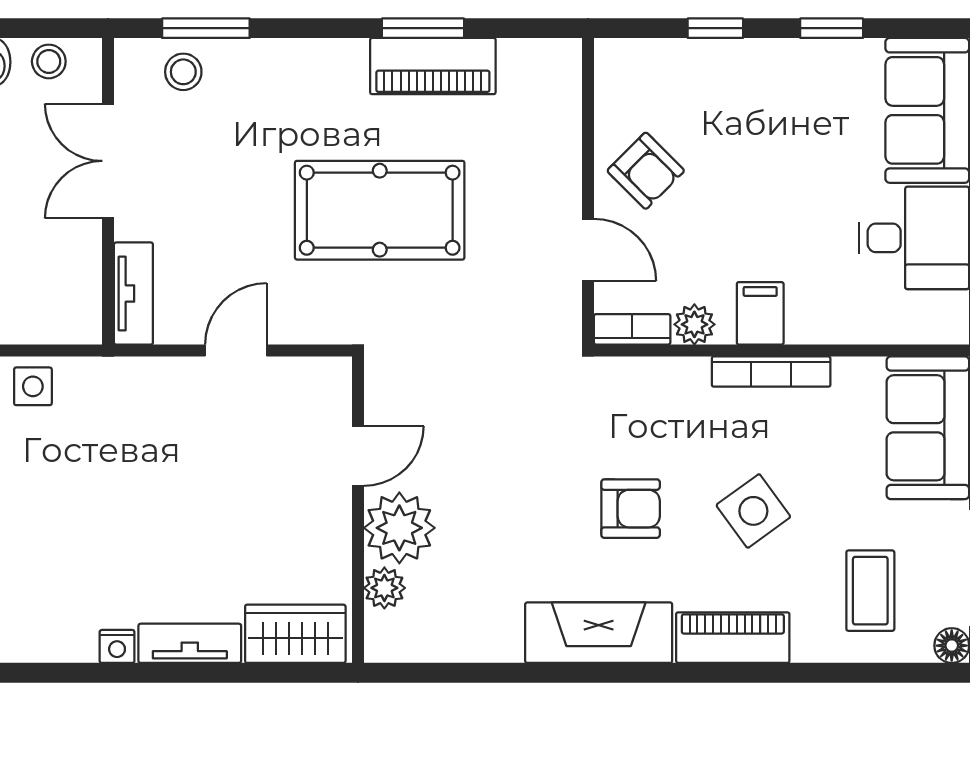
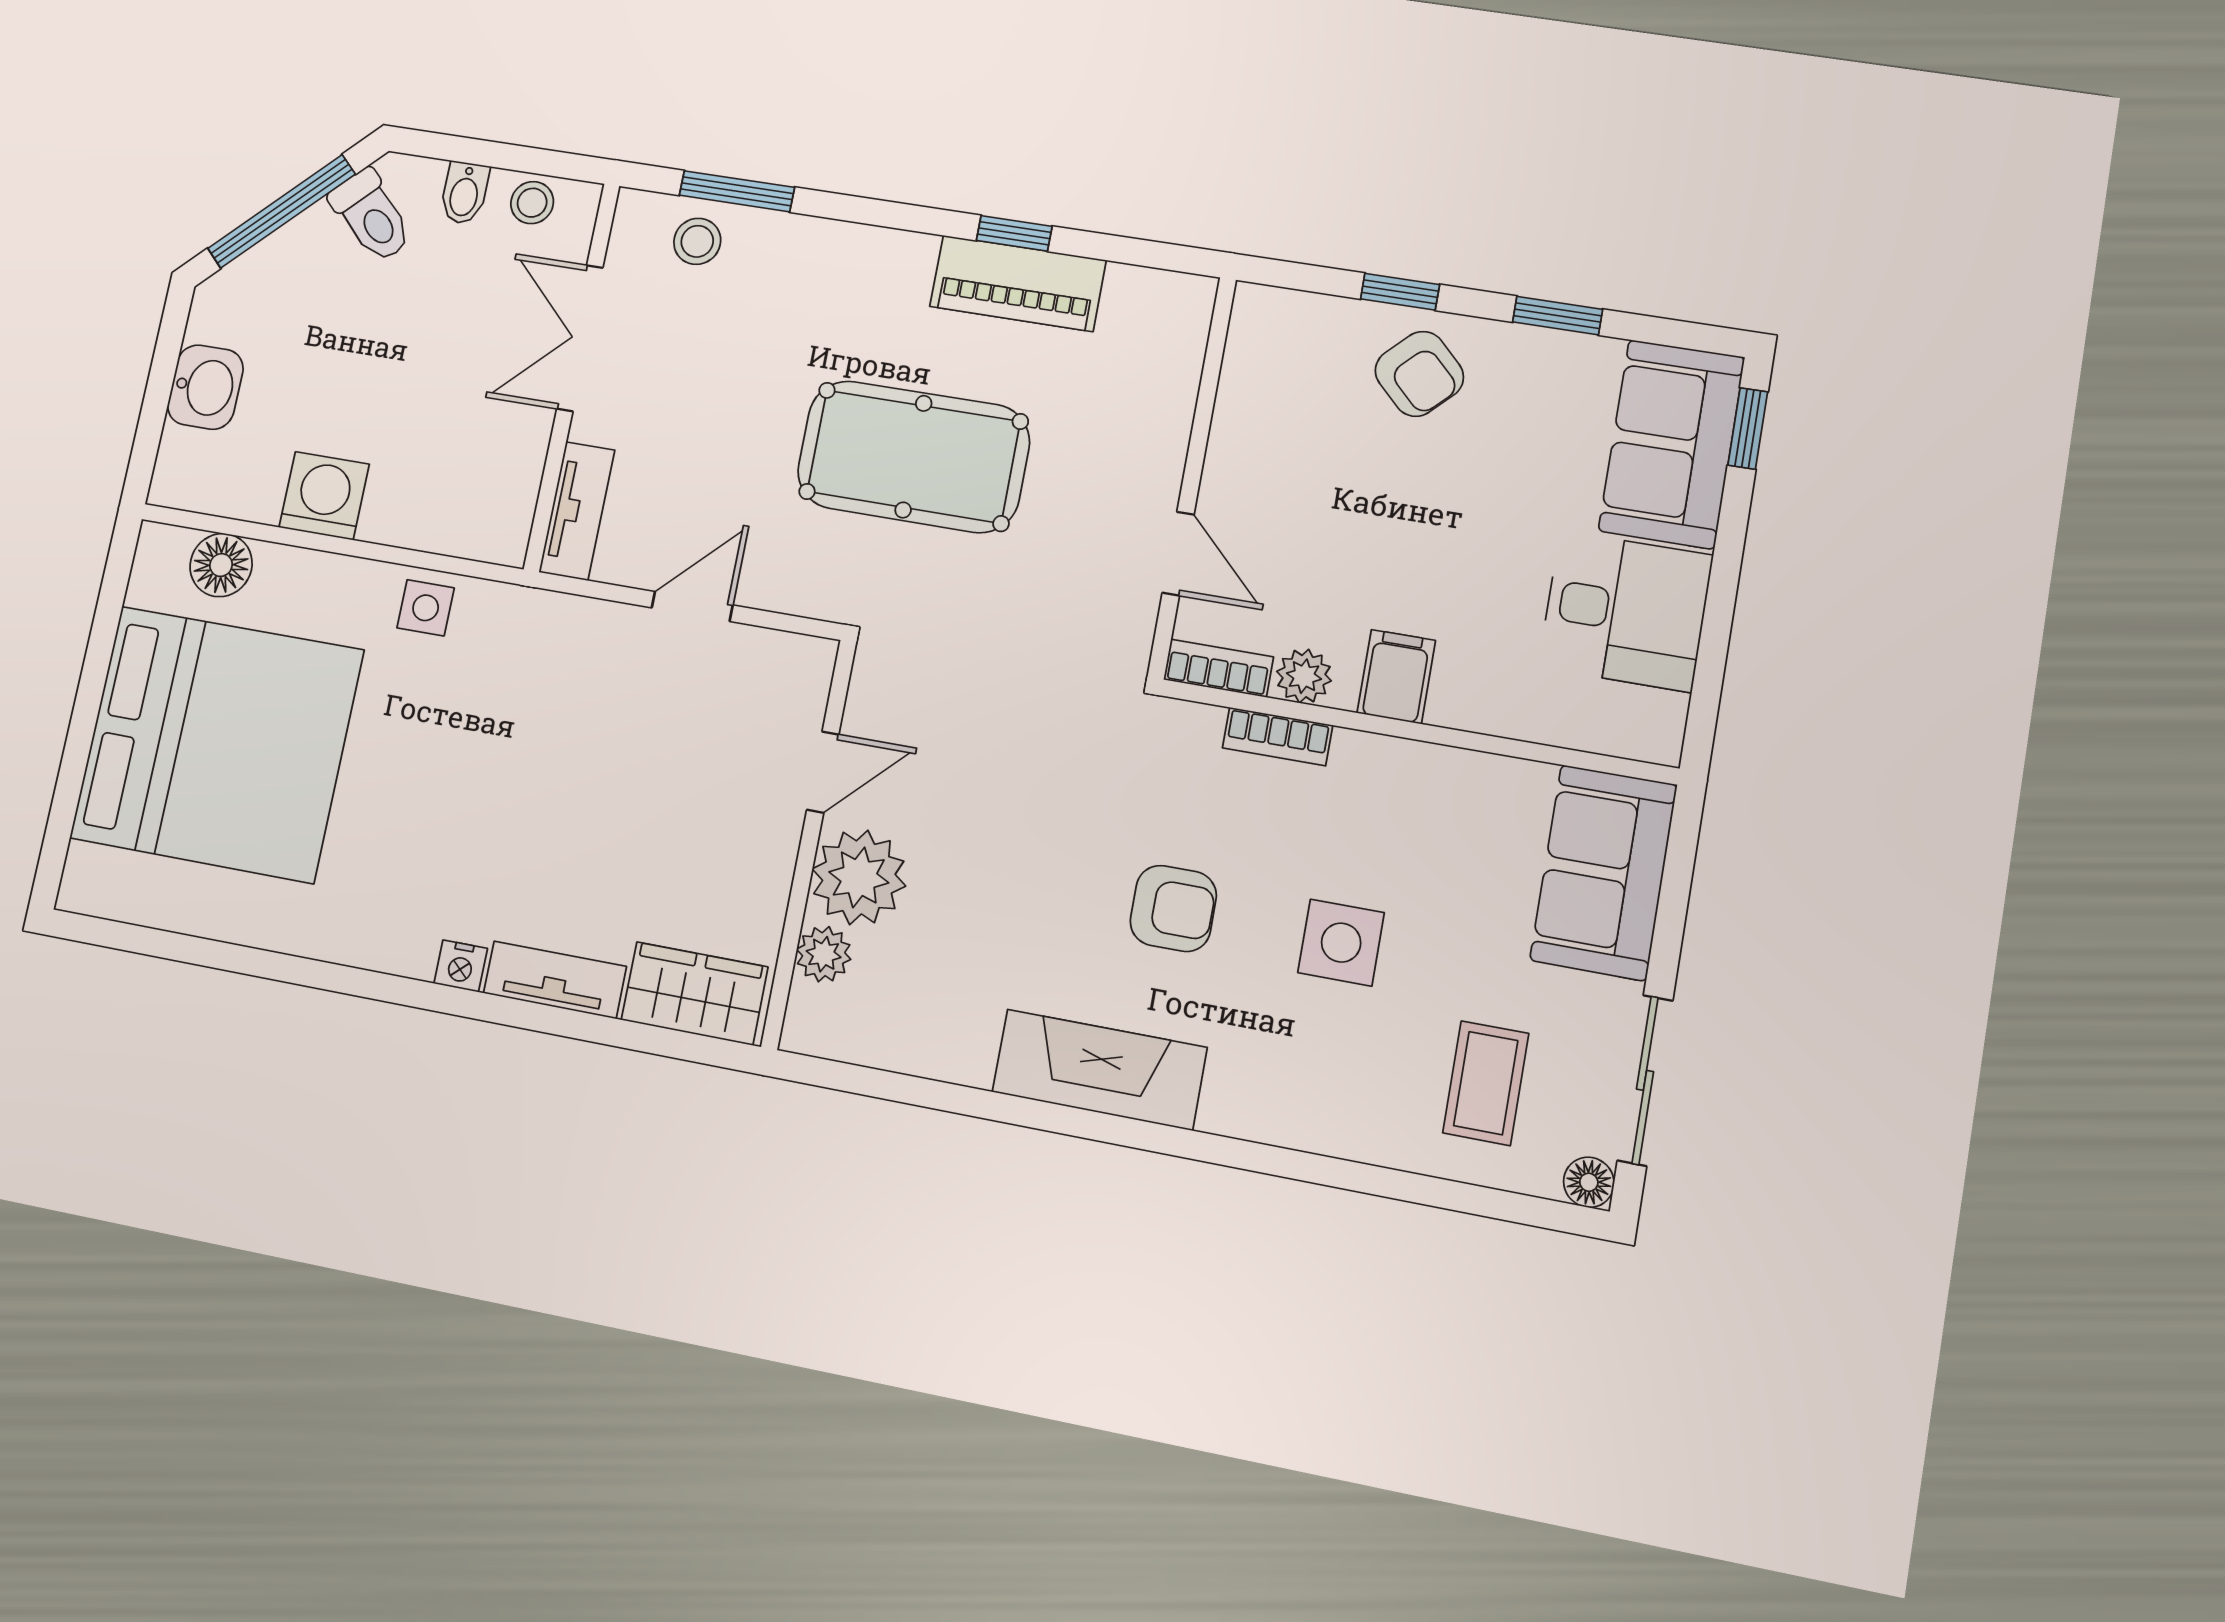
window: (423, 28) -> (1014, 233), width x0.67
armchair: (646, 171) -> (1419, 374), moved
bookcase: (771, 372) -> (1277, 737), moved, width x0.64
side table: (753, 511) -> (1341, 943), turned 36
piano: (733, 638) -> (1283, 1112), removed

